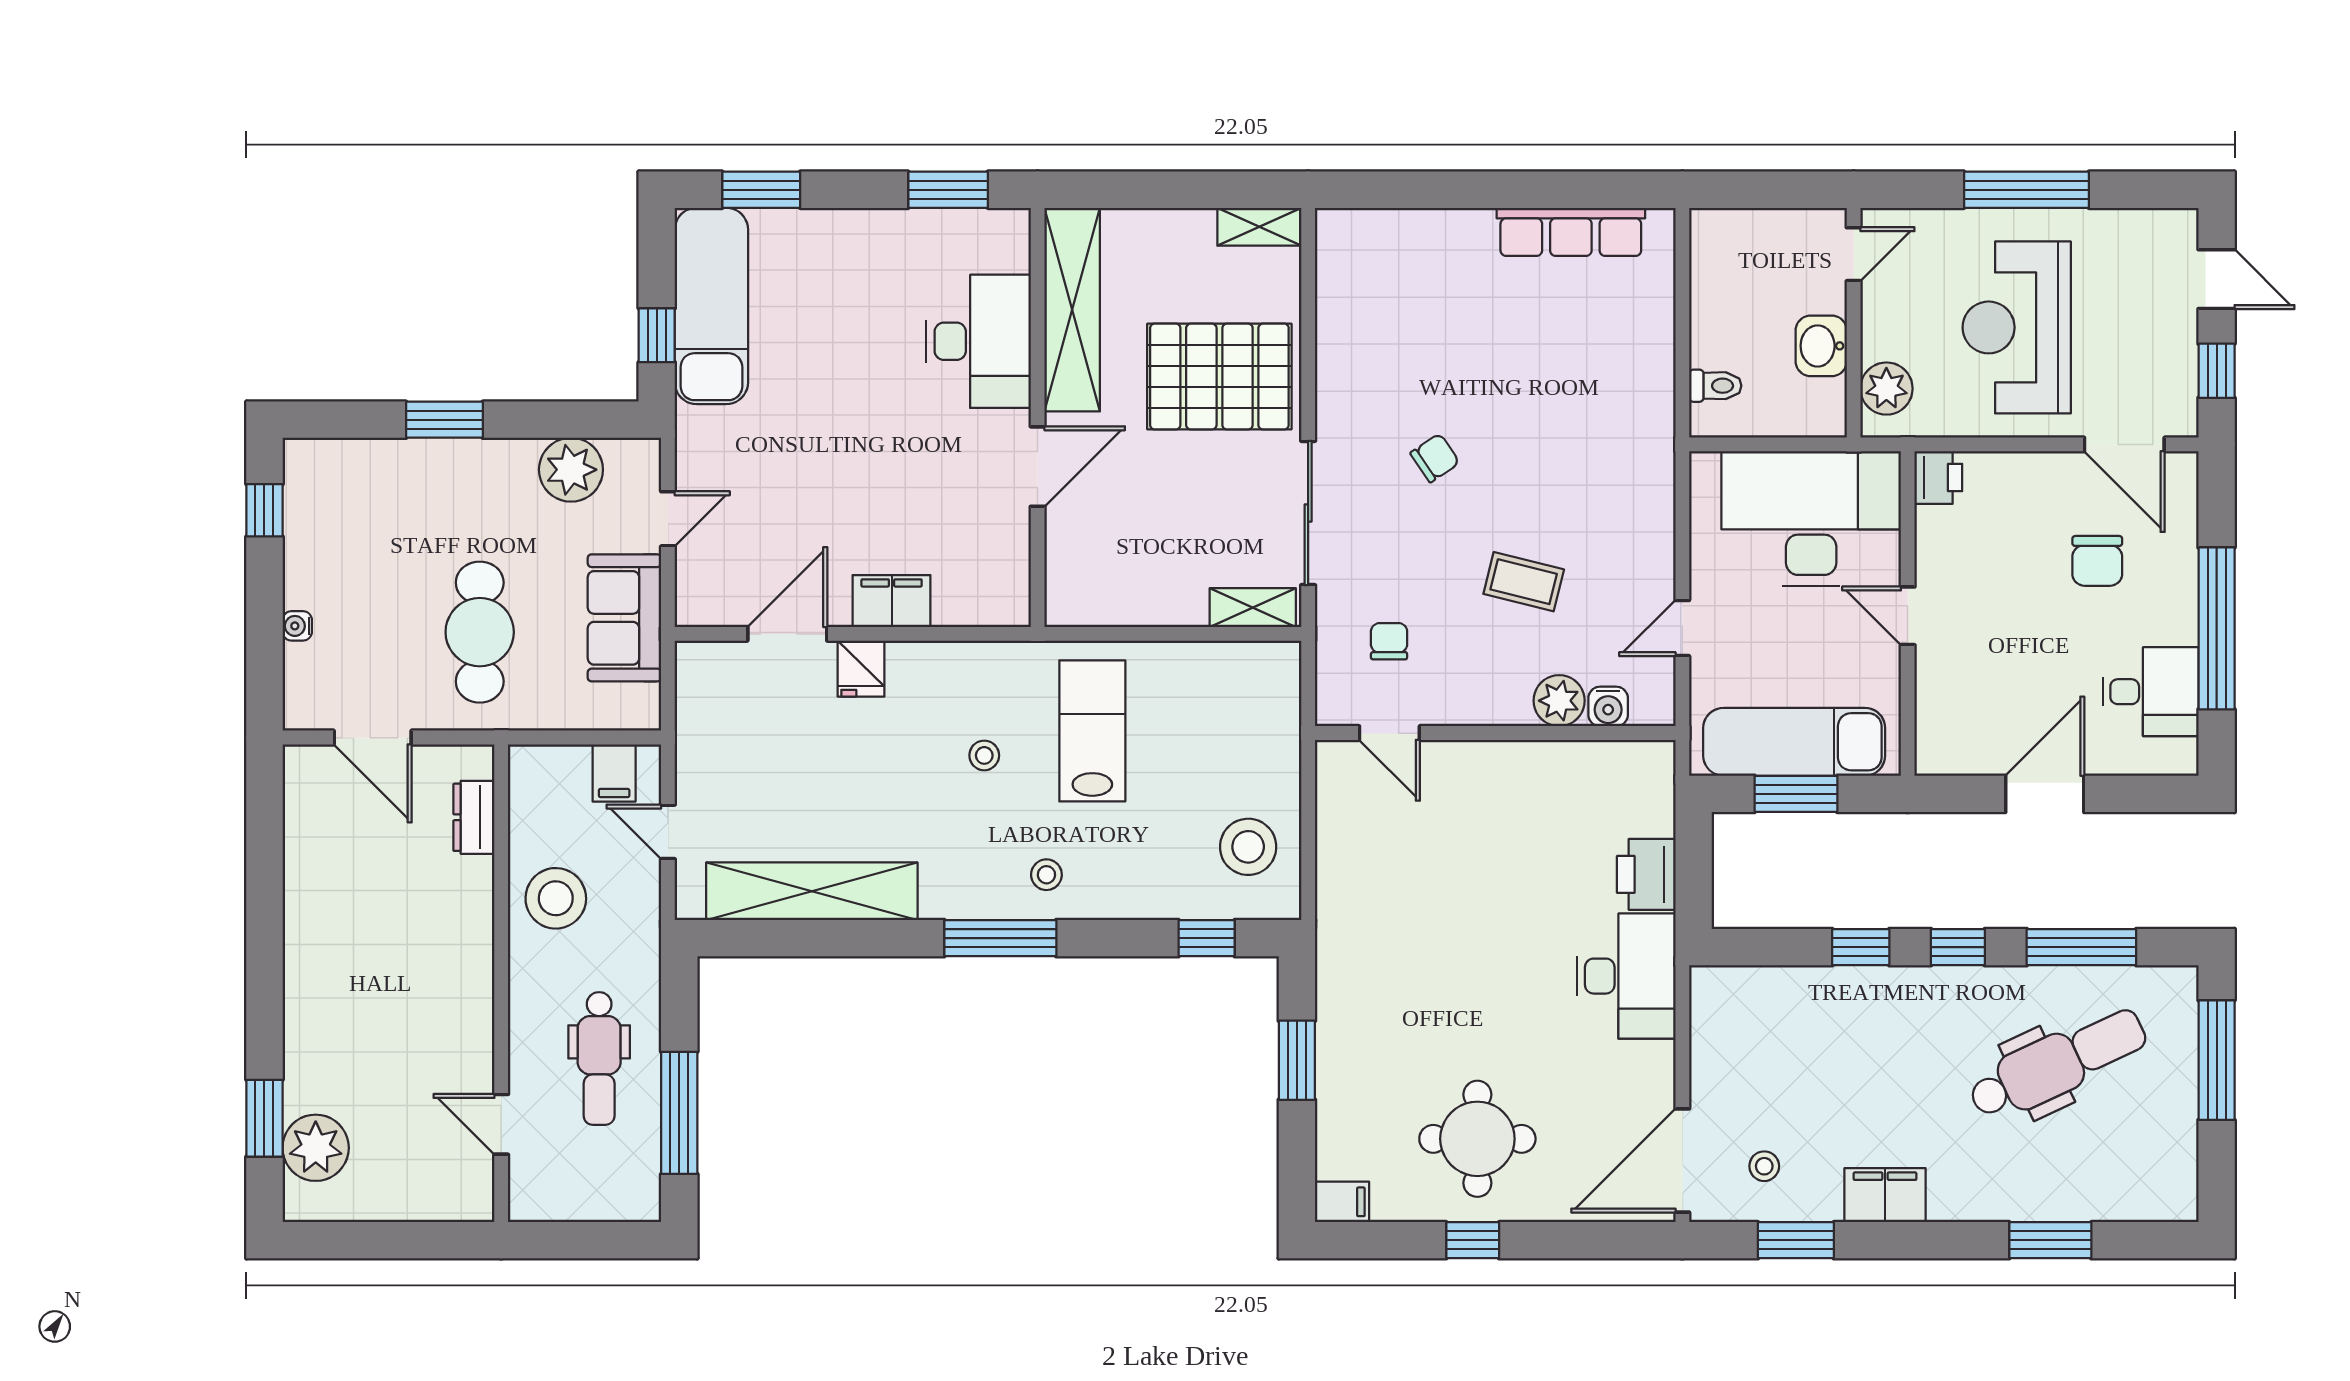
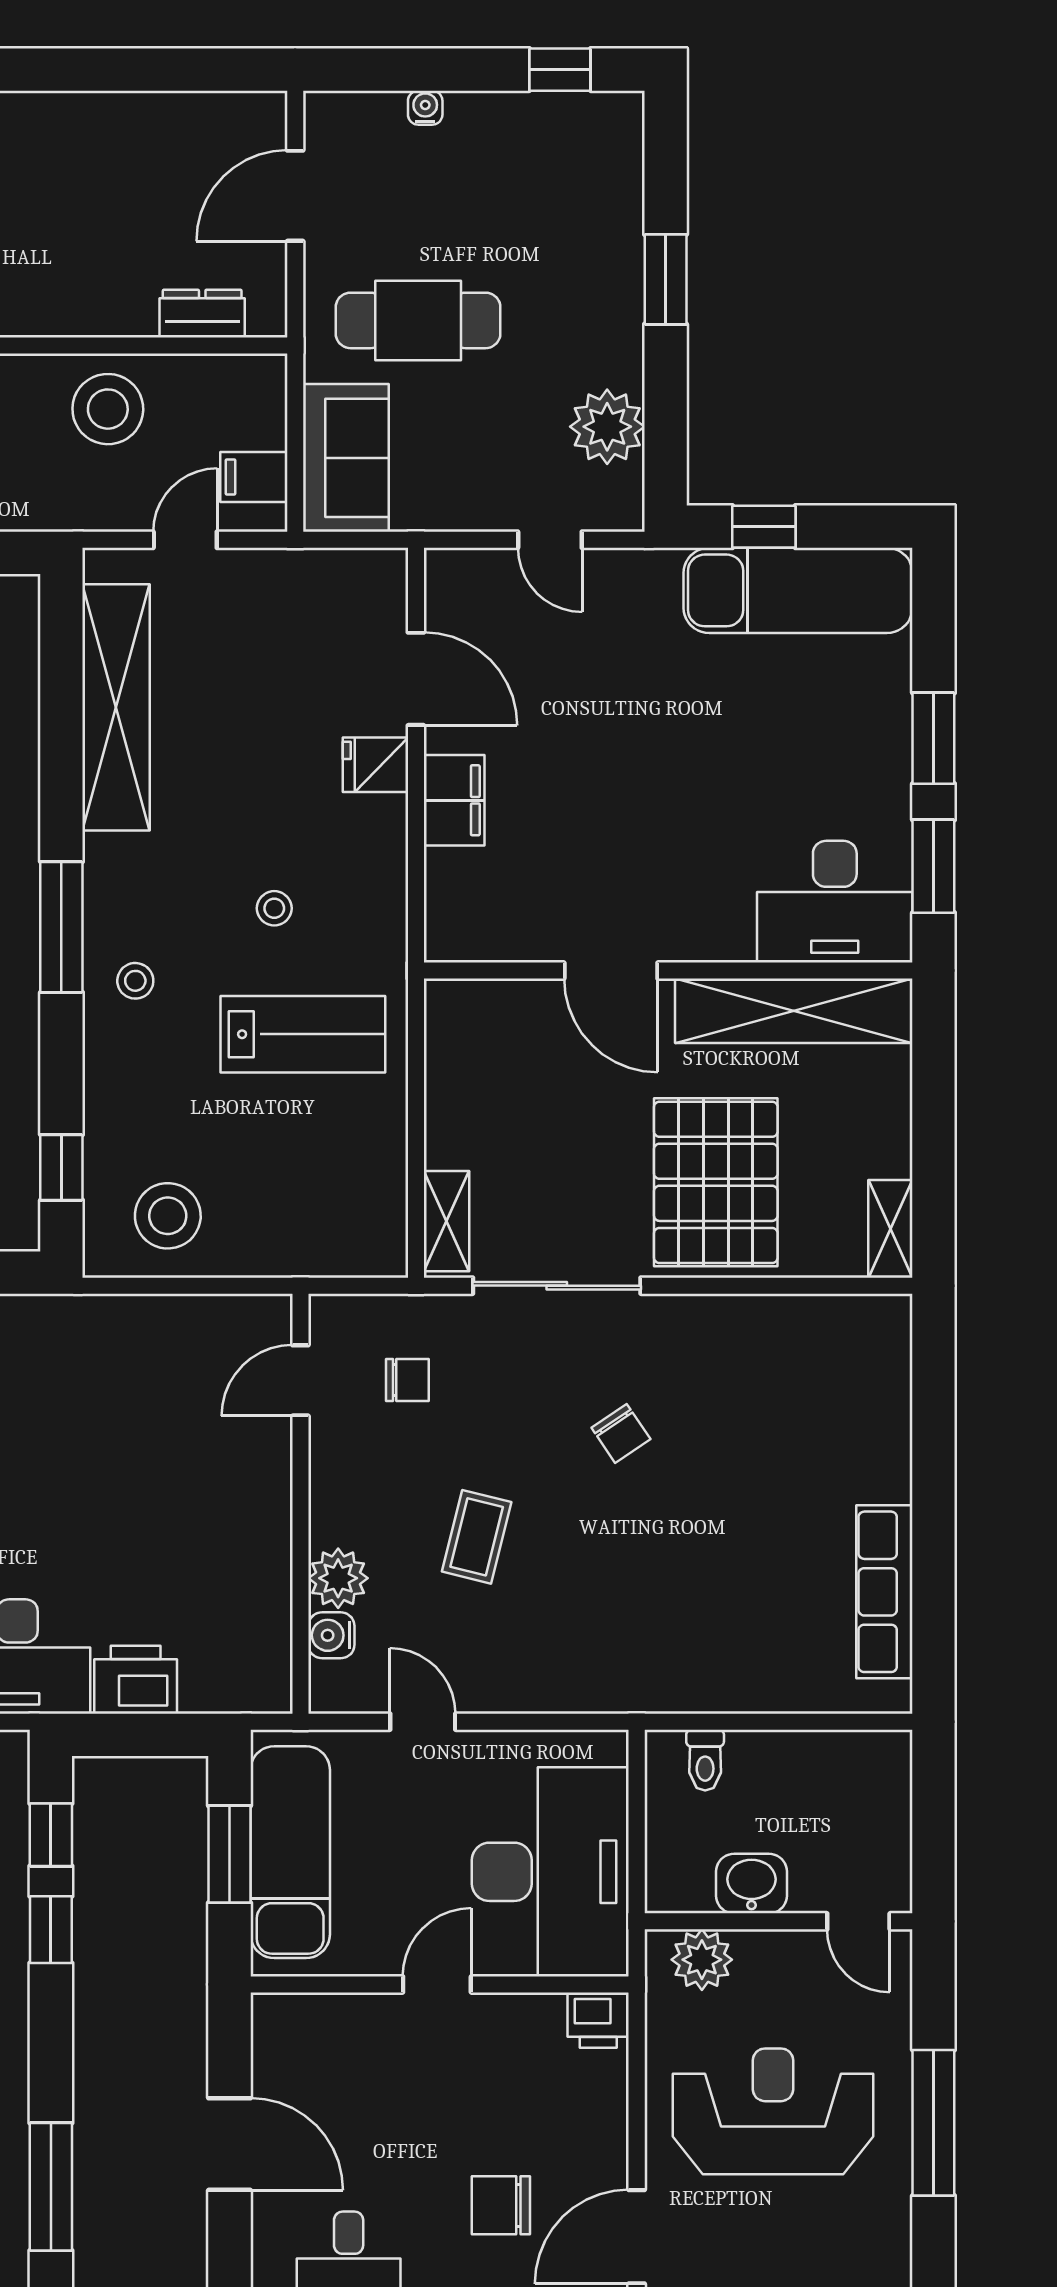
window: (761, 190) -> (933, 738), moved
desk: (979, 341) -> (835, 902), moved
sofa: (624, 618) -> (346, 458), moved, turned 90
window: (1958, 947) -> (51, 1835), moved

